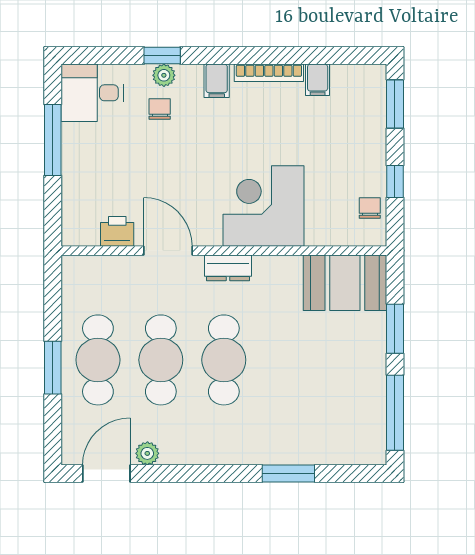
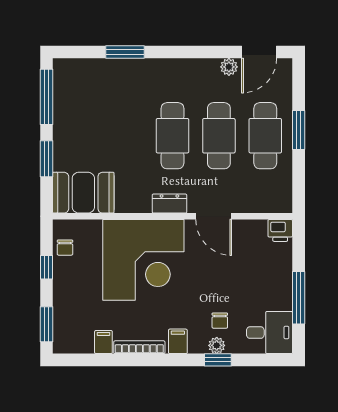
corner desk: (263, 206) -> (143, 260), width x1.36, depth x1.36
printer: (117, 231) -> (280, 230), moved

